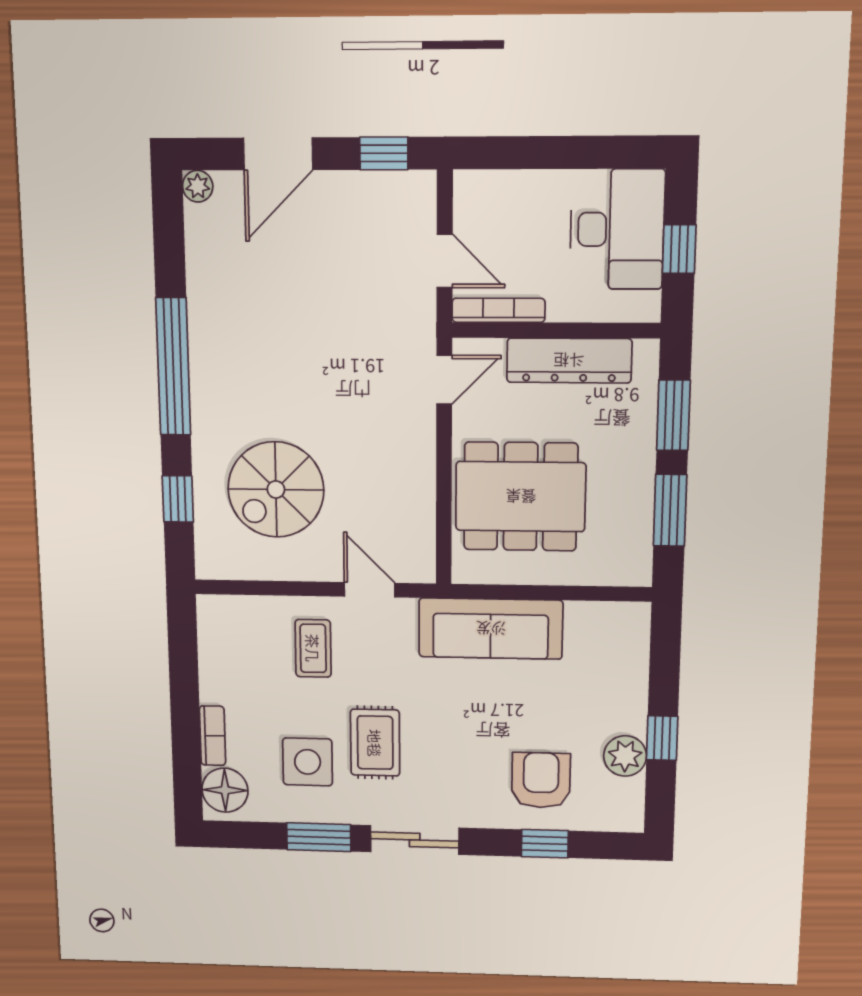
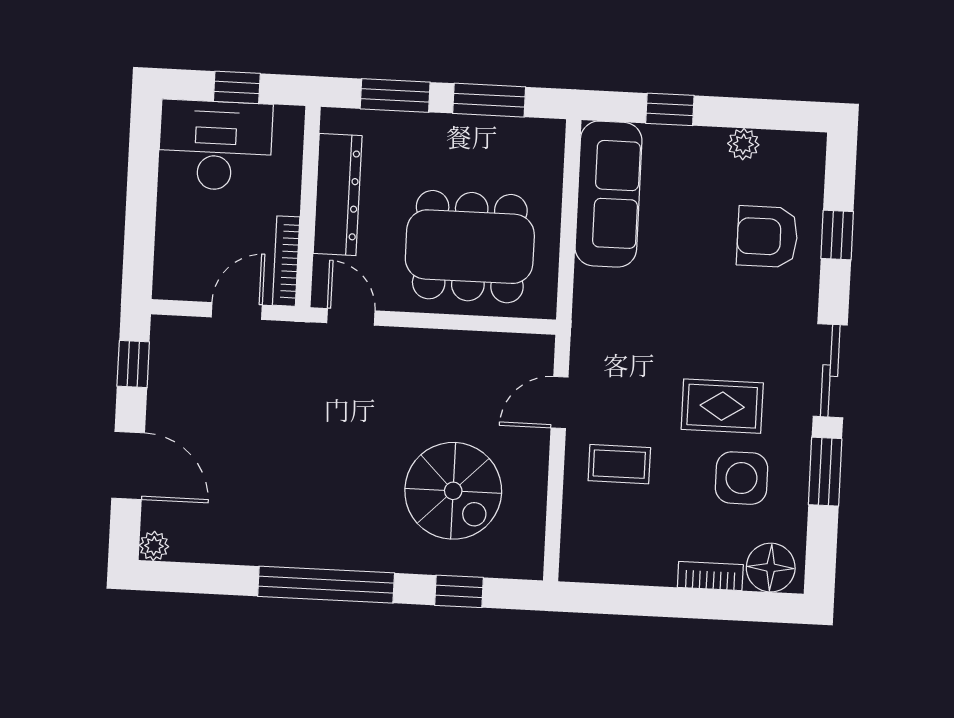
dining table: (521, 497) -> (470, 247), turned 90
sofa: (491, 629) -> (609, 194), moved
window: (662, 738) -> (670, 109), moved
plant: (625, 756) -> (743, 144), width x0.73, depth x0.73

